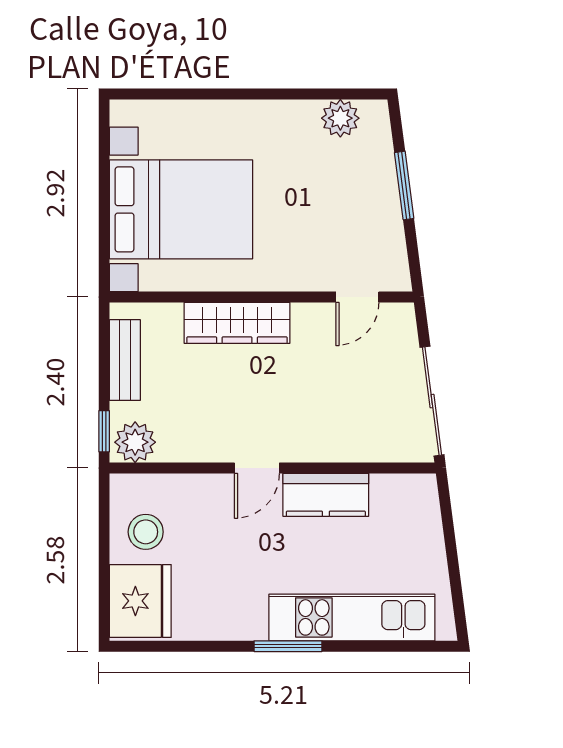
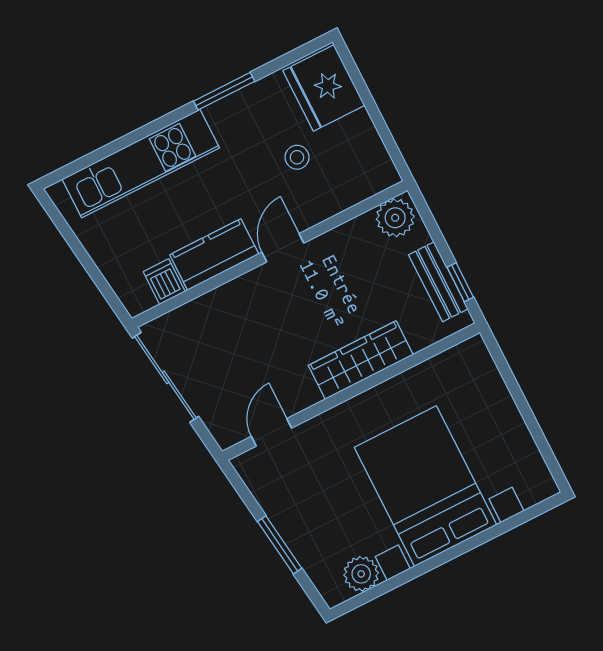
bed with nightstands: (181, 209) -> (425, 486), moved, turned 90
window: (104, 431) -> (460, 282), moved
dishwasher: (387, 493) -> (164, 282), added
stool: (146, 532) -> (297, 157), moved, width x0.73, depth x0.73
window: (288, 646) -> (224, 91), moved

